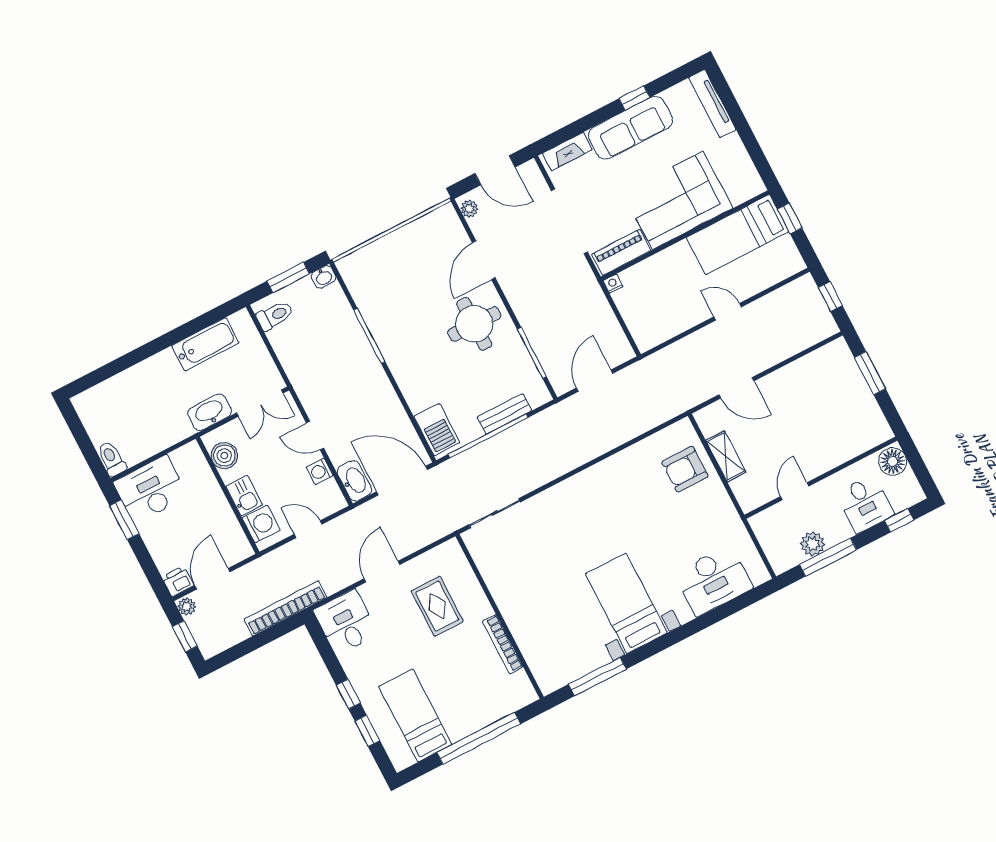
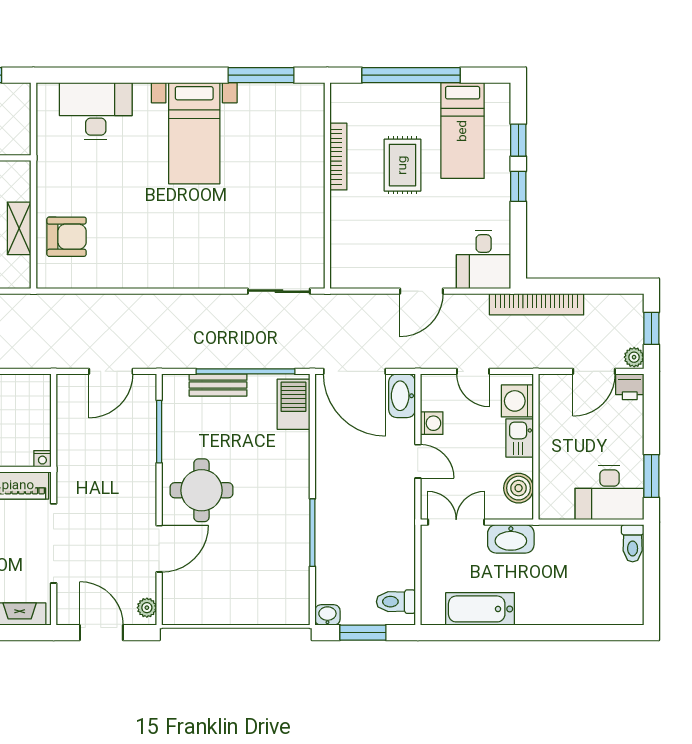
rug: (437, 606) -> (403, 165), moved

